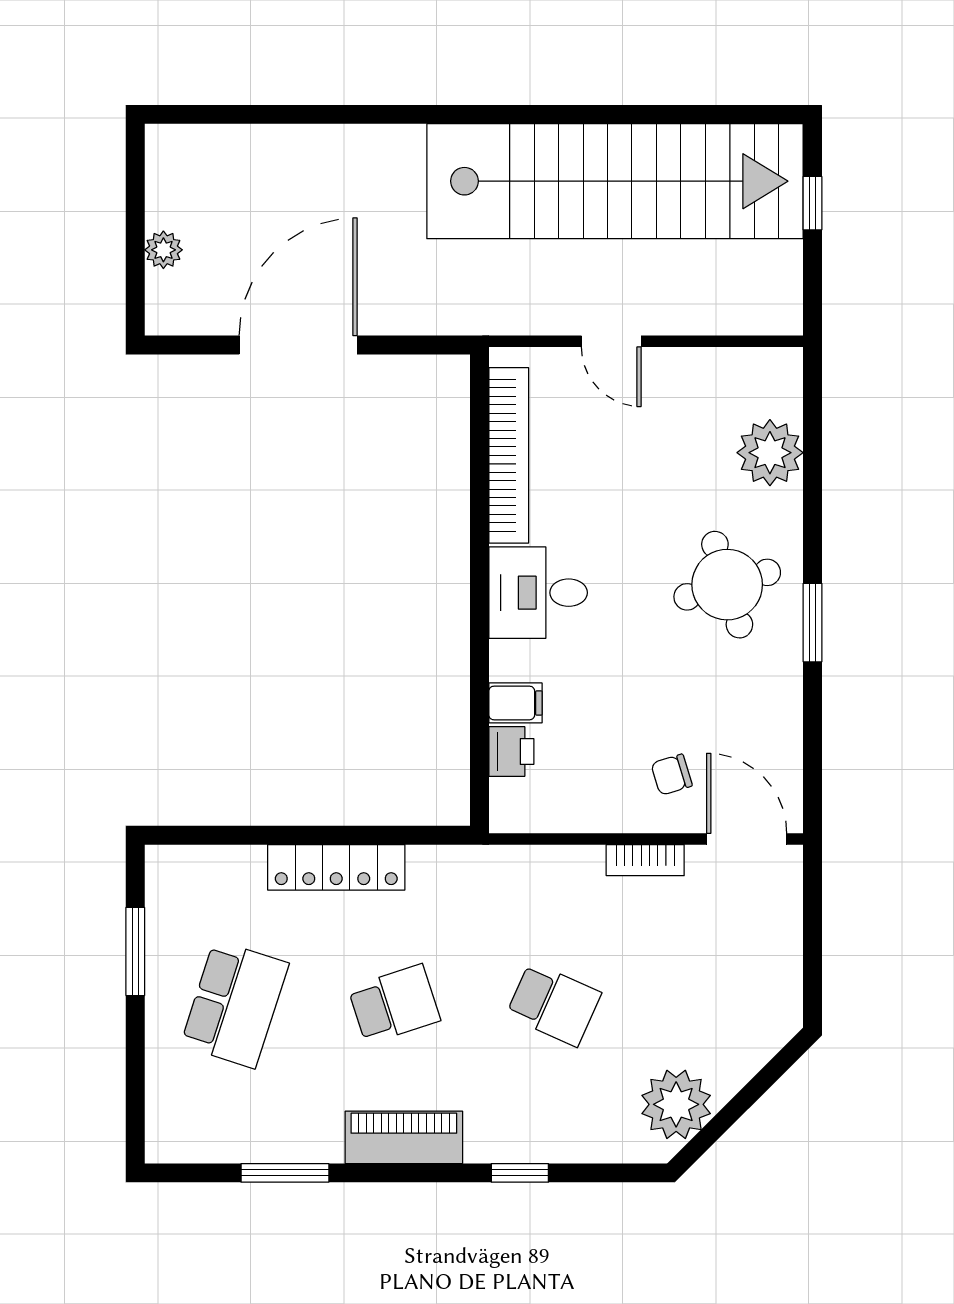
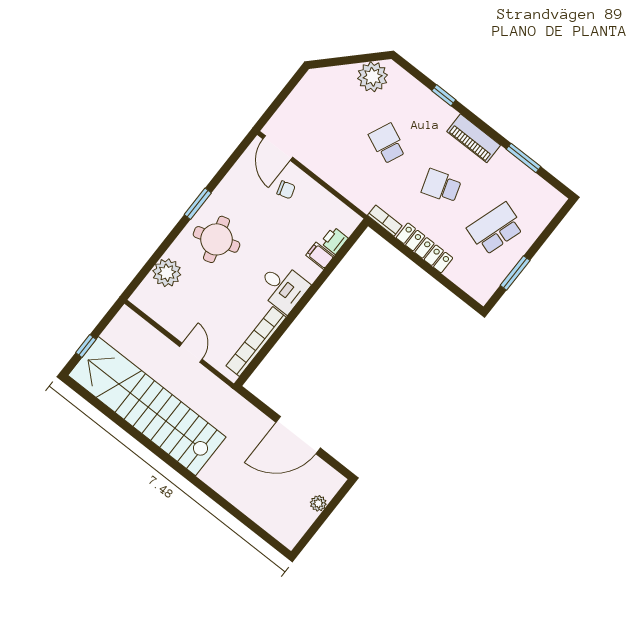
bookcase: (645, 860) -> (385, 221), moved

